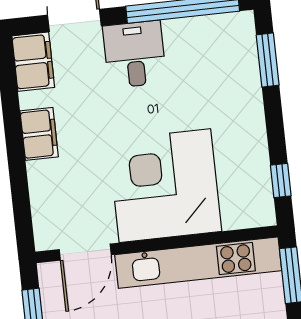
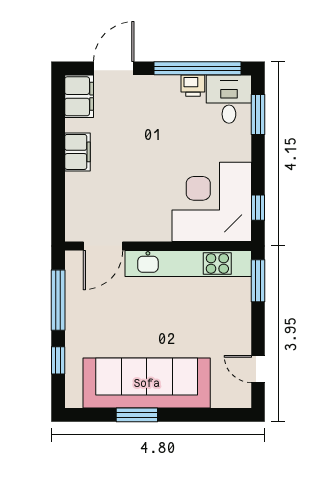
printer: (179, 32) -> (193, 86), added
desk: (135, 54) -> (229, 99), moved
corner desk: (165, 186) -> (212, 202), moved

